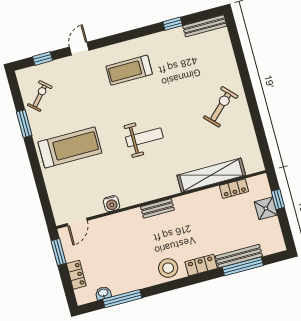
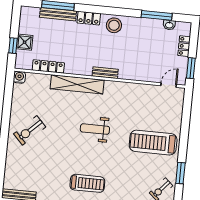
shelving: (211, 175) -> (77, 84), moved
locker: (234, 189) -> (48, 66), width x1.53
water cooler: (112, 204) -> (19, 77), moved

